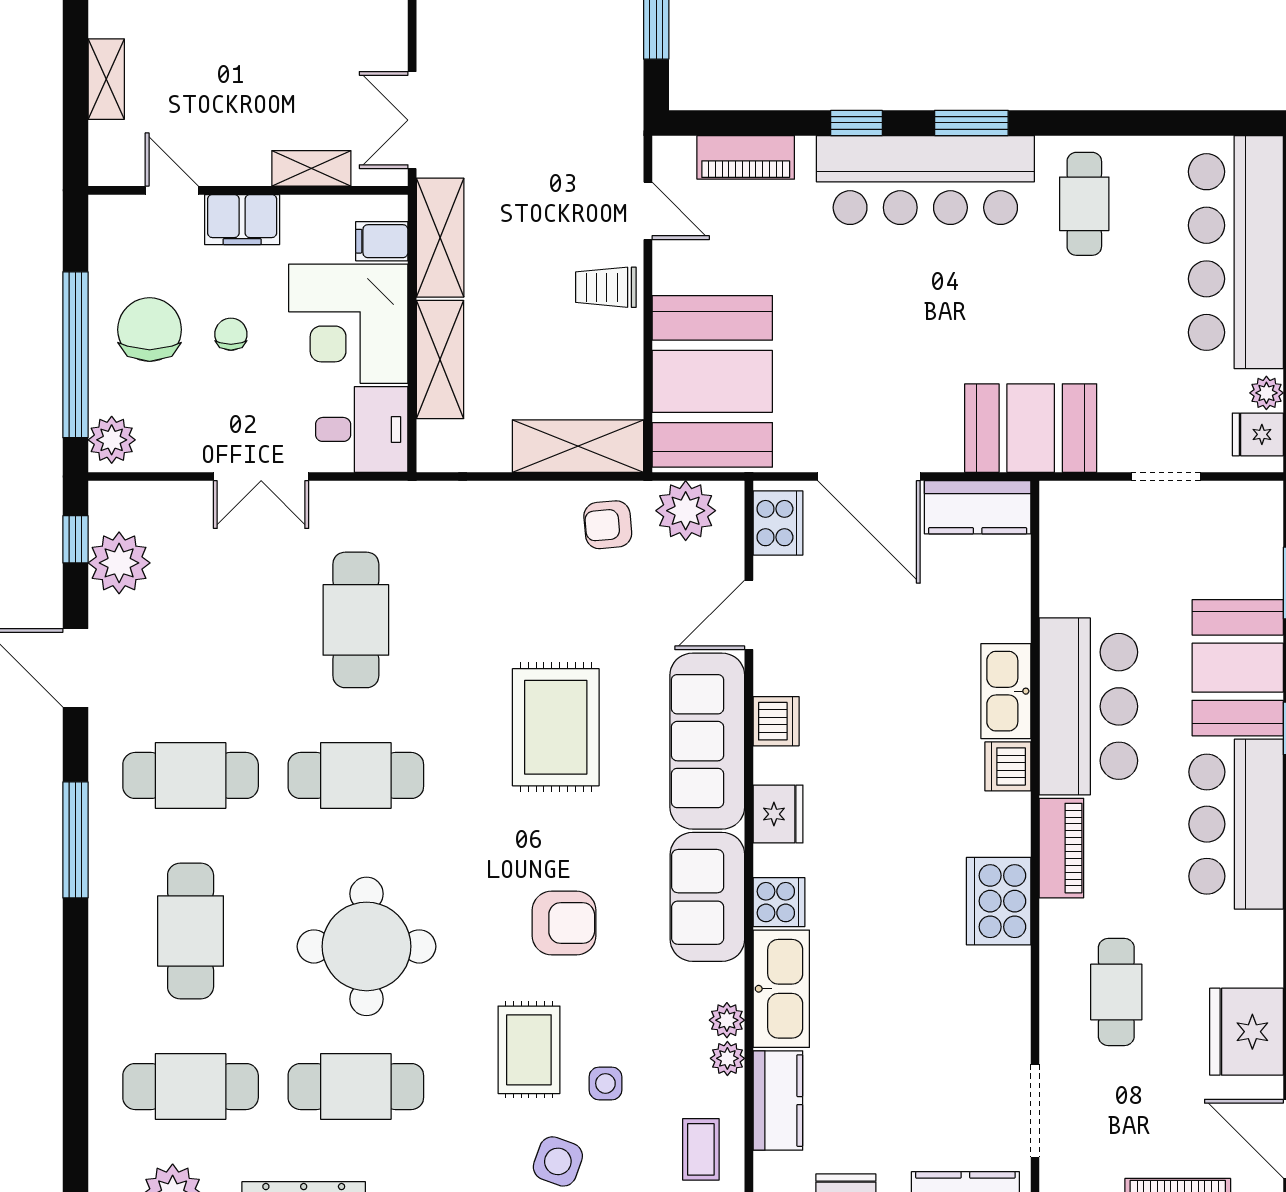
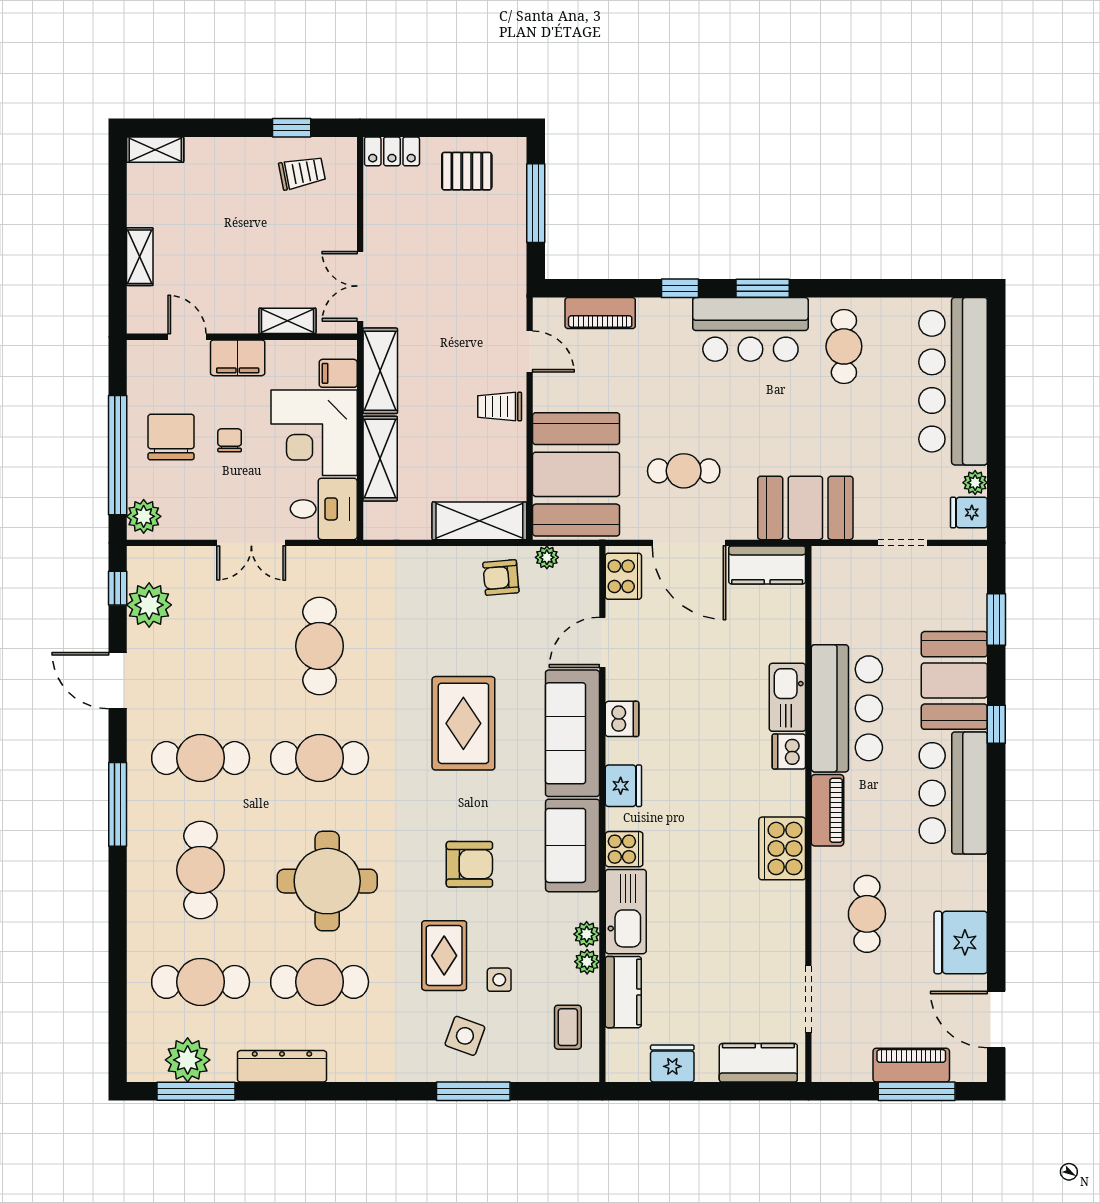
bar counter: (925, 180) -> (750, 329), width x0.73
cafe table: (862, 377) -> (684, 471), added
plant: (686, 511) -> (547, 557), width x0.53, depth x0.53

